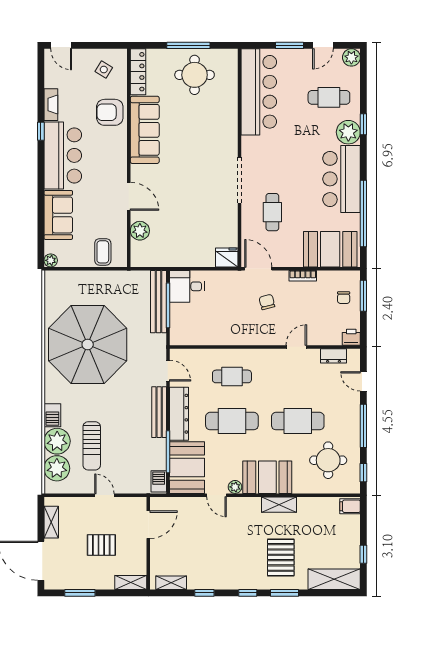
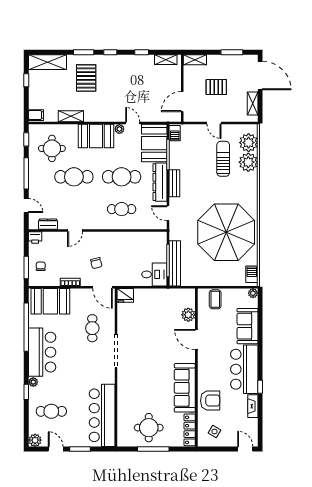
door: (323, 45) -> (56, 449), hinge flipped
plant: (348, 132) -> (33, 382), width x0.53, depth x0.53
bench: (159, 412) -> (174, 183), width x0.73
barbecue: (52, 415) -> (252, 274), moved
shelving: (279, 505) -> (71, 116), moved

